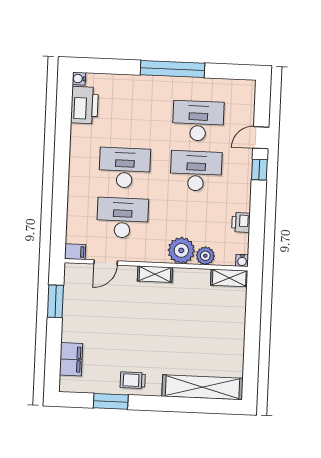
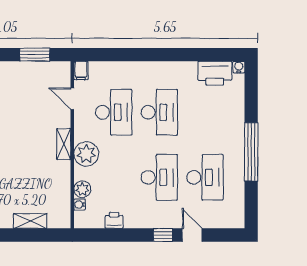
plant: (181, 250) -> (86, 154), moved
water cooler: (242, 260) -> (80, 205), moved
shelving: (229, 278) -> (30, 221), moved, turned 90

